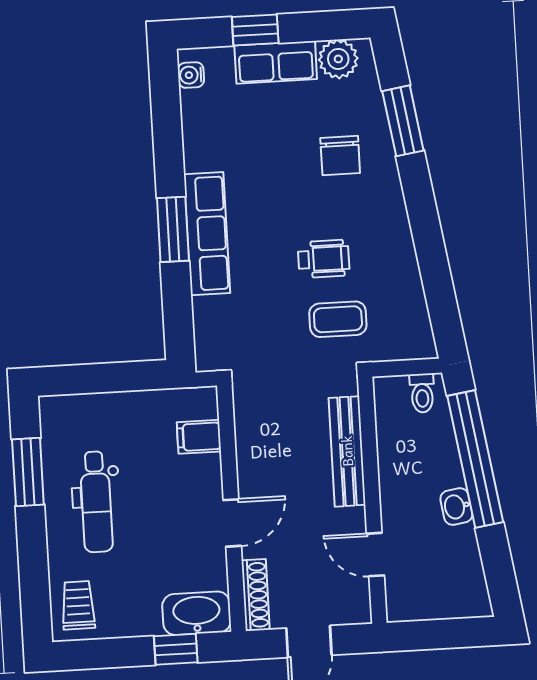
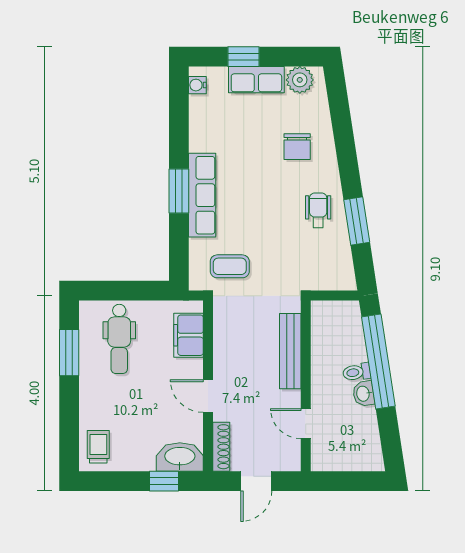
window: (403, 121) -> (357, 221), moved
wheelchair: (324, 259) -> (318, 210), moved, turned -90
coffee table: (338, 319) -> (230, 266), moved
toilet: (422, 393) -> (357, 372), moved, turned 81
filing cabinet: (199, 437) -> (188, 335), width x2.00
dental chair: (96, 502) -> (119, 339), moved
door: (232, 523) -> (208, 396), swing flipped

